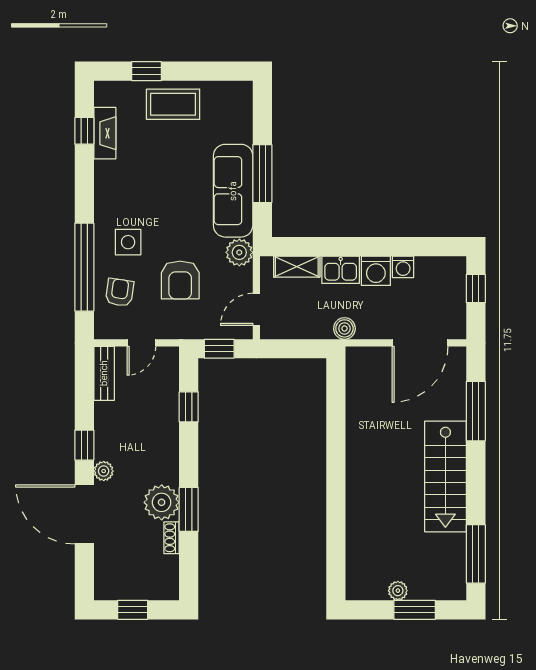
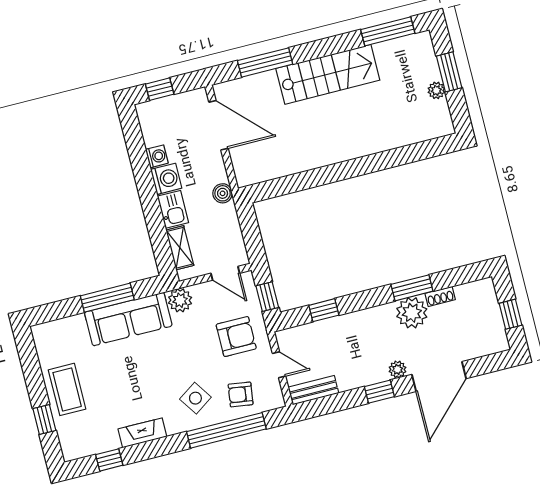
fireplace: (105, 133) -> (142, 433), moved
side table: (128, 242) -> (195, 398), turned -34
armchair: (180, 280) -> (236, 337), moved

